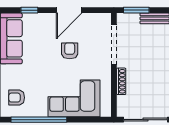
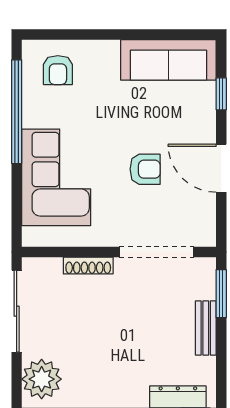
armchair: (17, 98) -> (58, 70), turned 180

